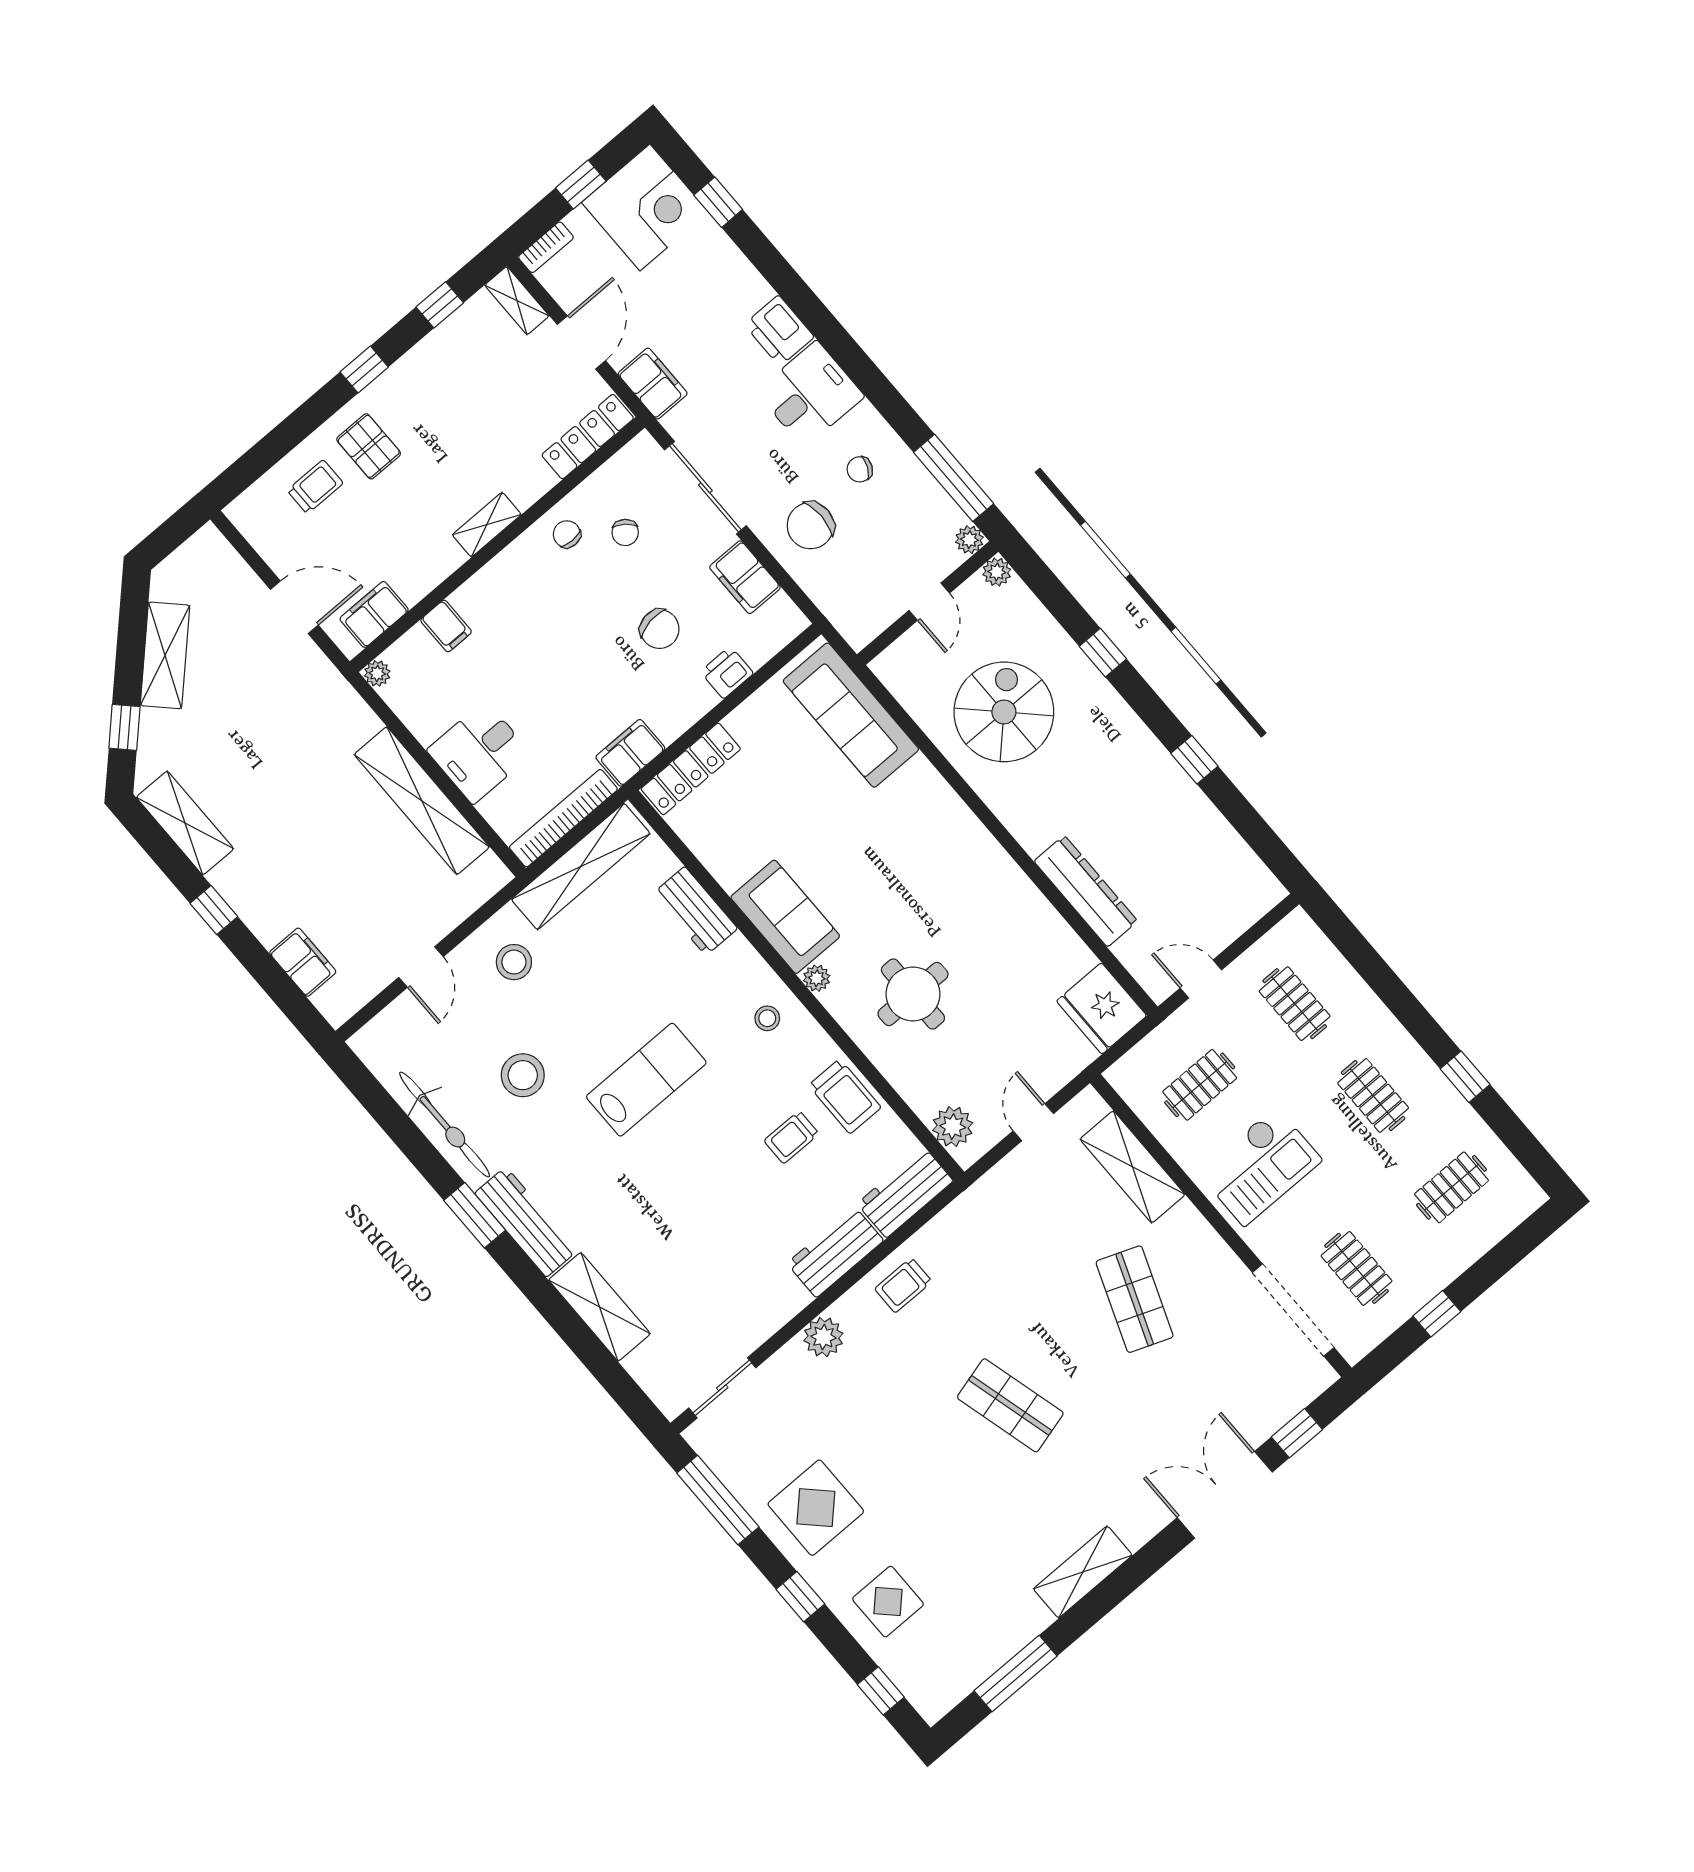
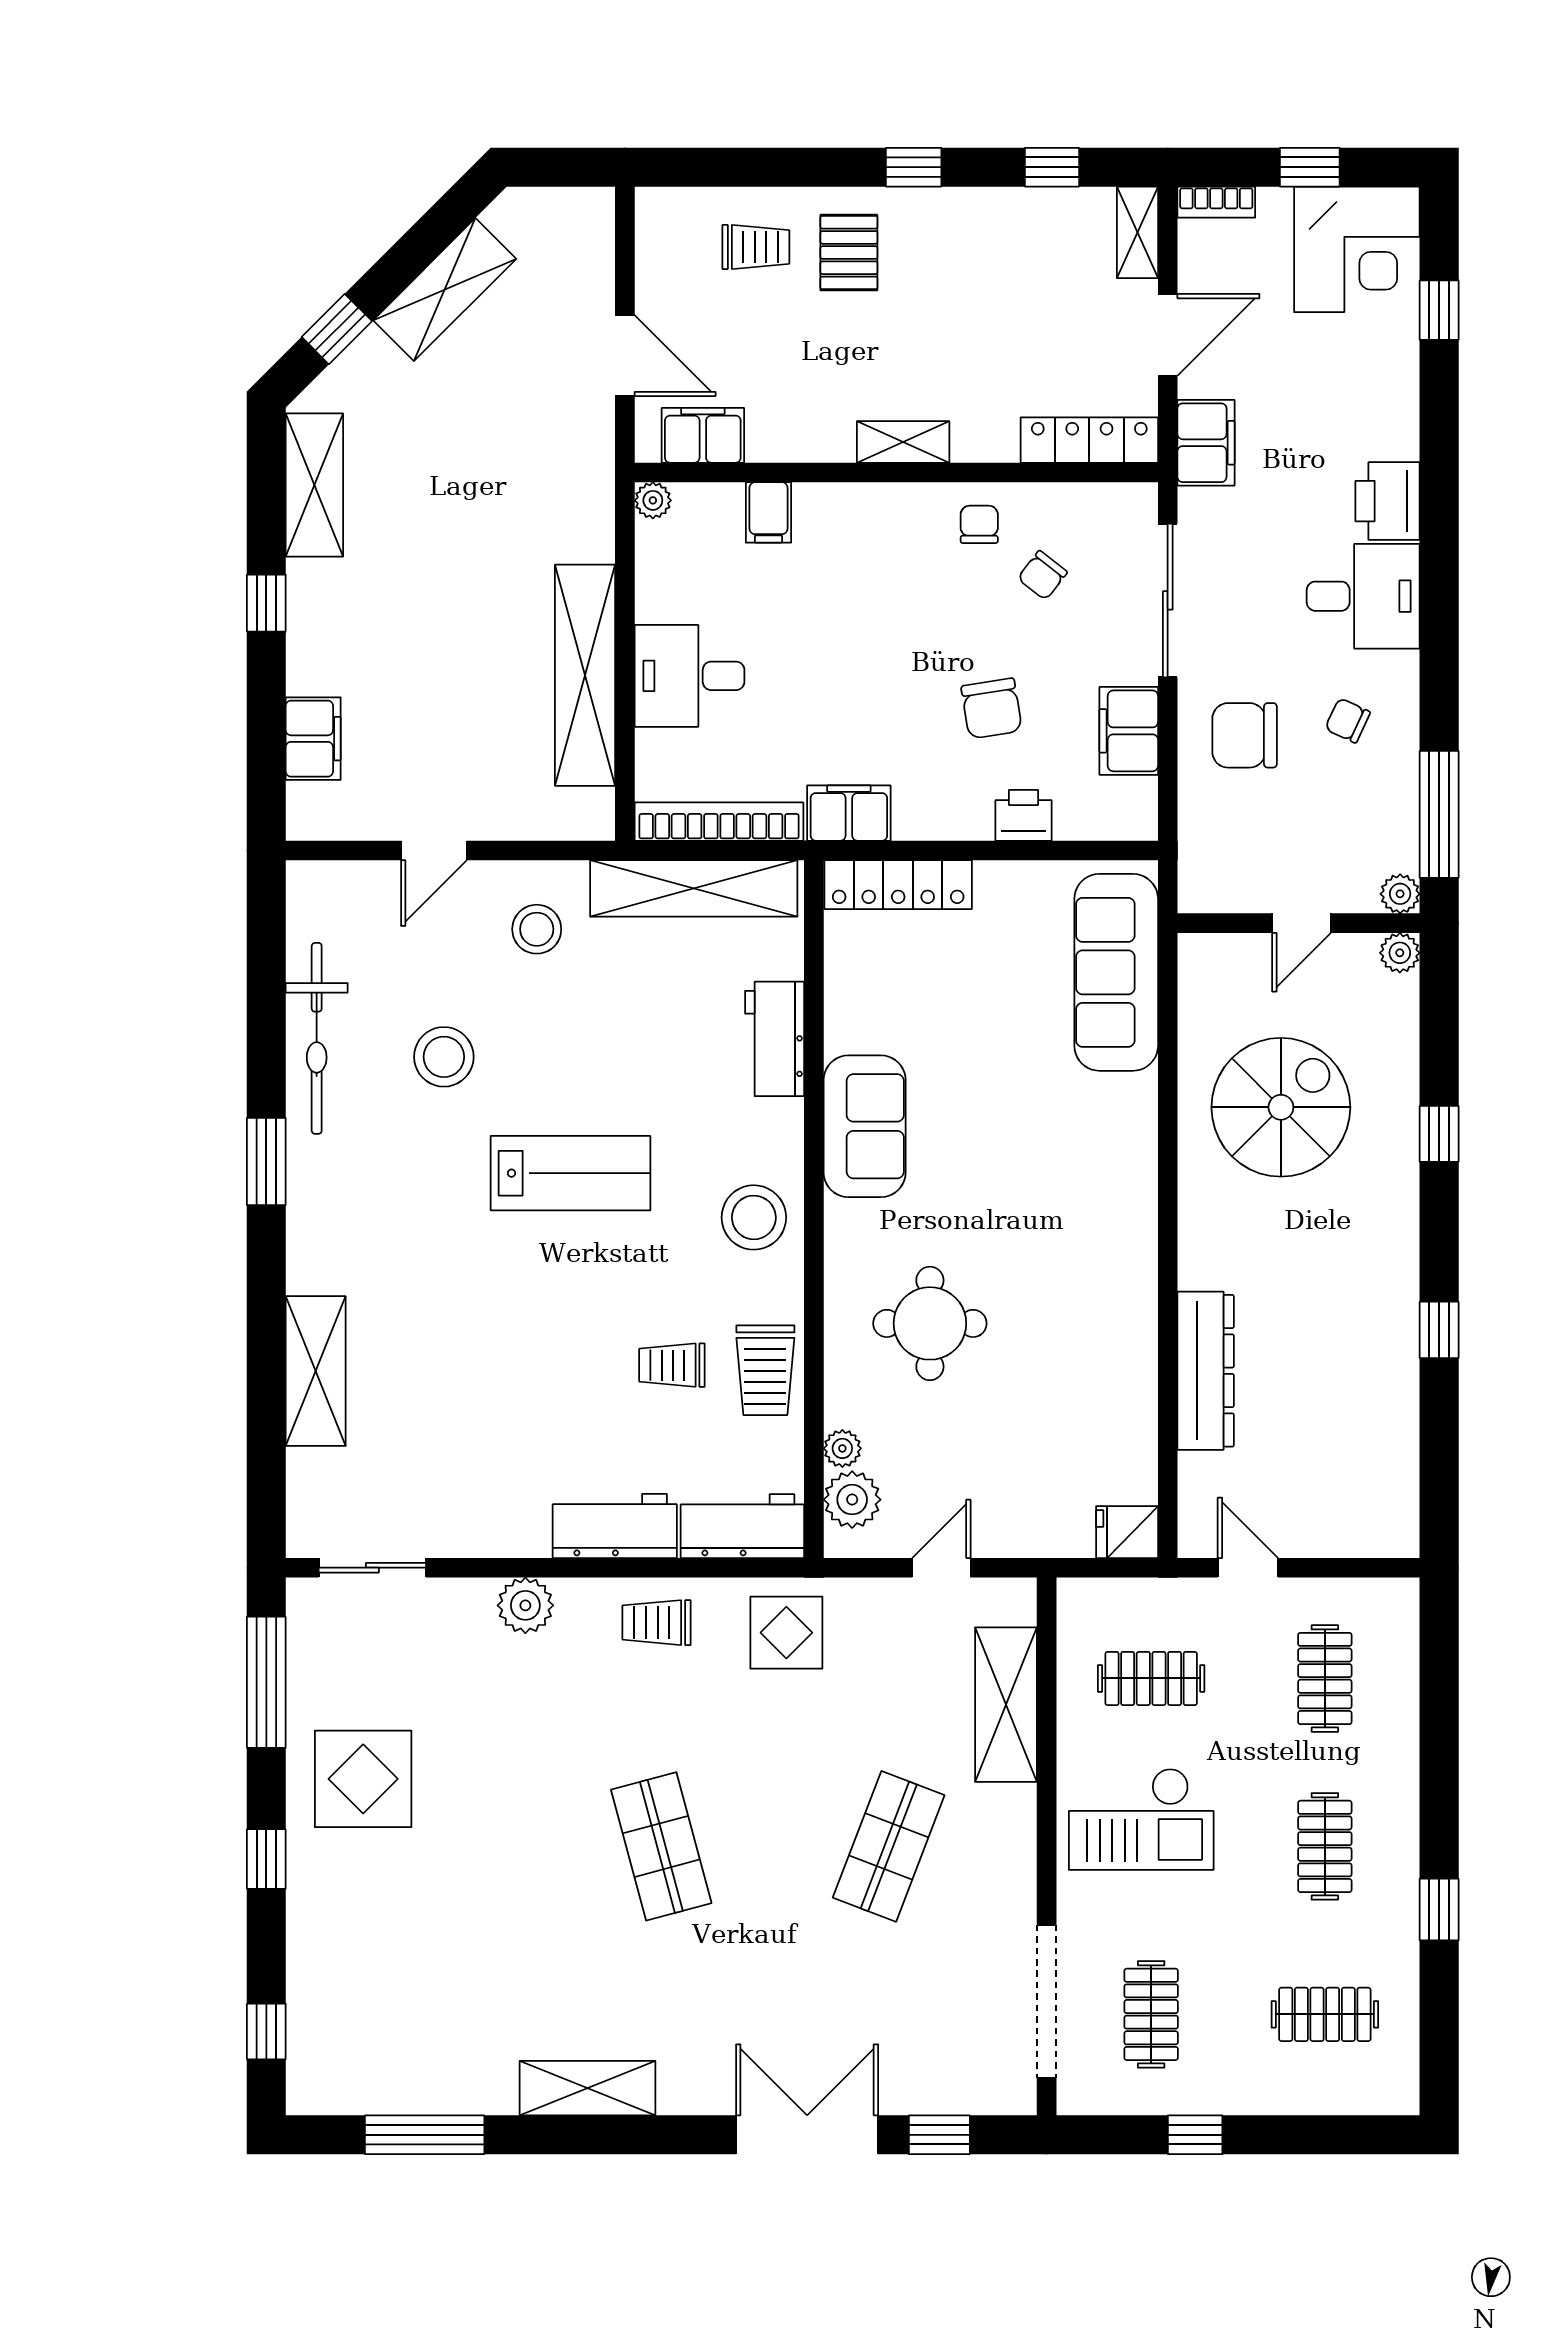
plant: (817, 978) -> (842, 1448), moved
fridge: (1102, 1008) -> (1127, 1532), width x0.53, depth x0.75
stool: (767, 1018) -> (754, 1217), width x1.89, depth x1.89
workbench: (526, 1222) -> (315, 1215), removed
display table: (888, 1602) -> (786, 1633), moved

